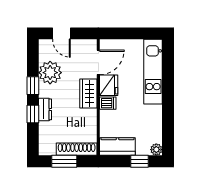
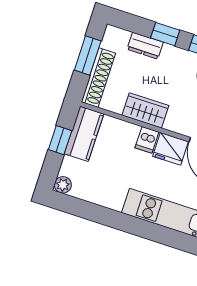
wardrobe: (88, 93) -> (145, 110), moved
dresser: (45, 109) -> (145, 46), moved
window: (140, 161) -> (60, 140), moved

